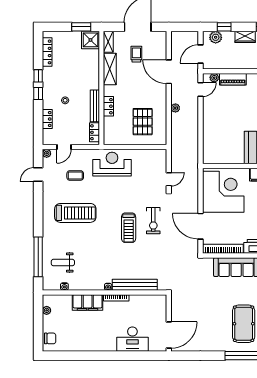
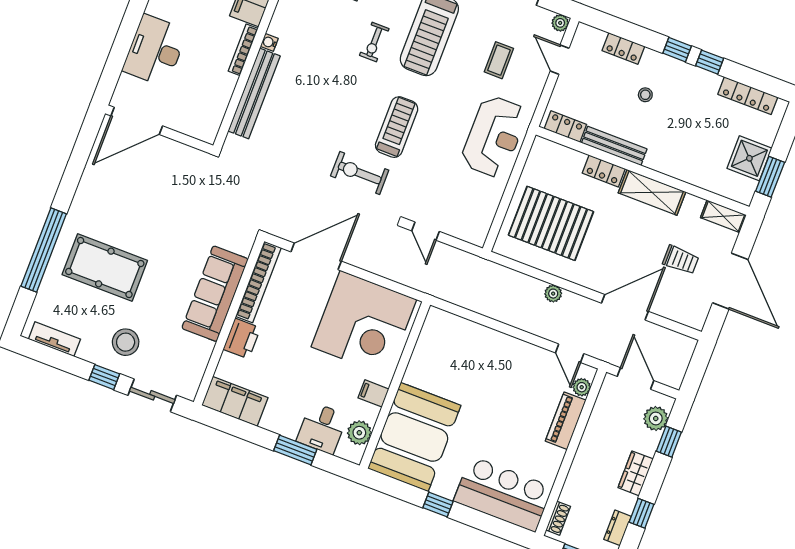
shower: (90, 40) -> (749, 158), moved
shelving: (110, 69) -> (652, 192), moved
pallet: (143, 122) -> (551, 223), width x1.37, depth x1.41
treadmill: (129, 228) -> (397, 127), moved, turned 90
exercise bike: (89, 237) -> (374, 42), added
door: (169, 335) -> (137, 121), hinge flipped

